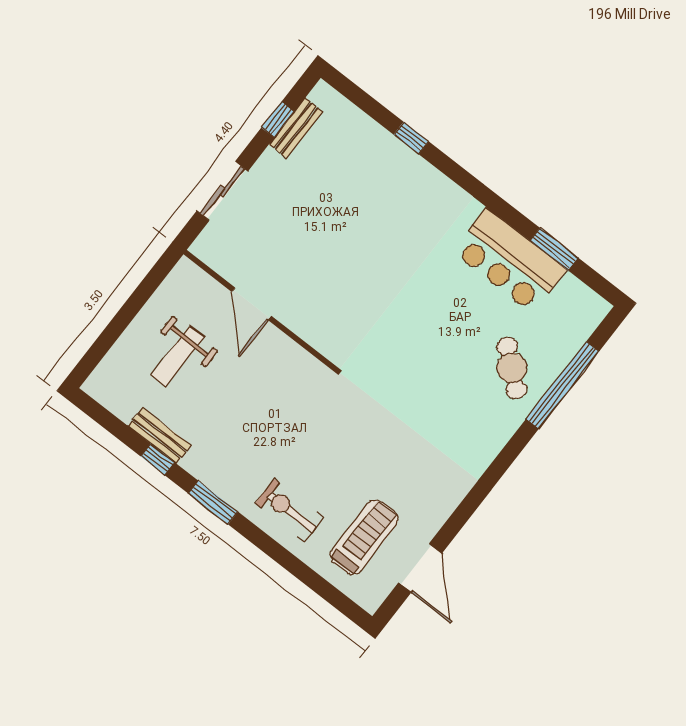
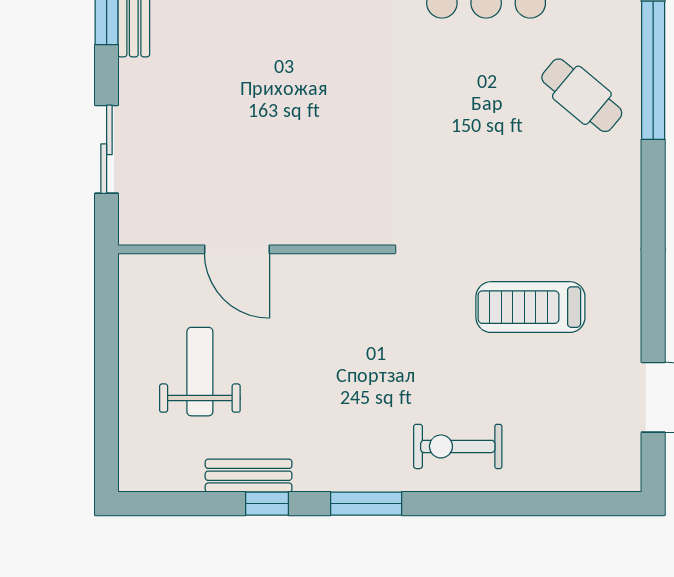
weight bench: (178, 356) -> (200, 372), turned 180
treadmill: (364, 537) -> (530, 307), moved, turned -90

